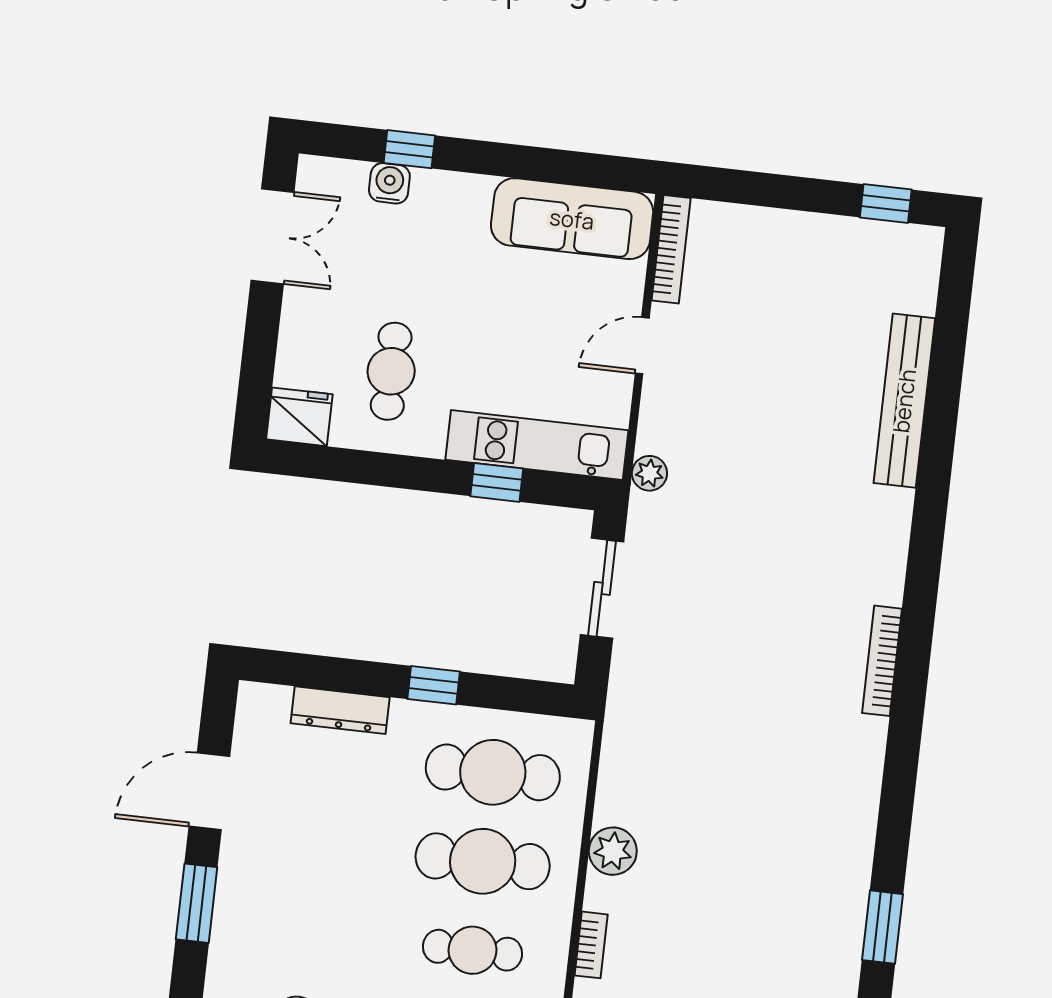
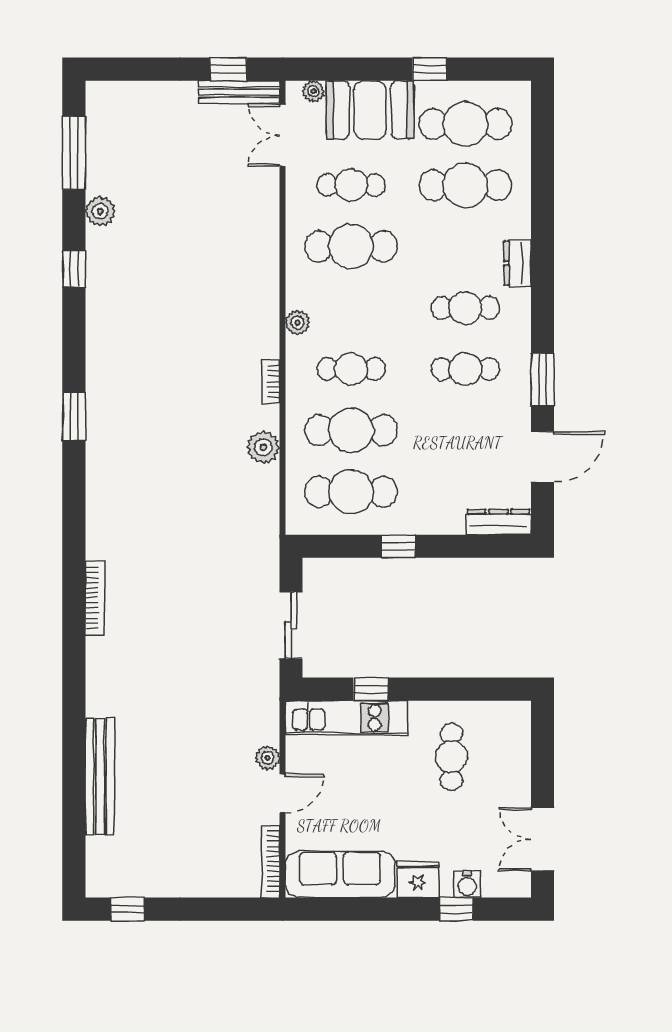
fridge: (299, 417) -> (418, 880), moved, turned 180
plant: (649, 473) -> (268, 758), moved
dresser: (340, 710) -> (498, 522), moved
cafe table: (307, 931) -> (465, 369), added

